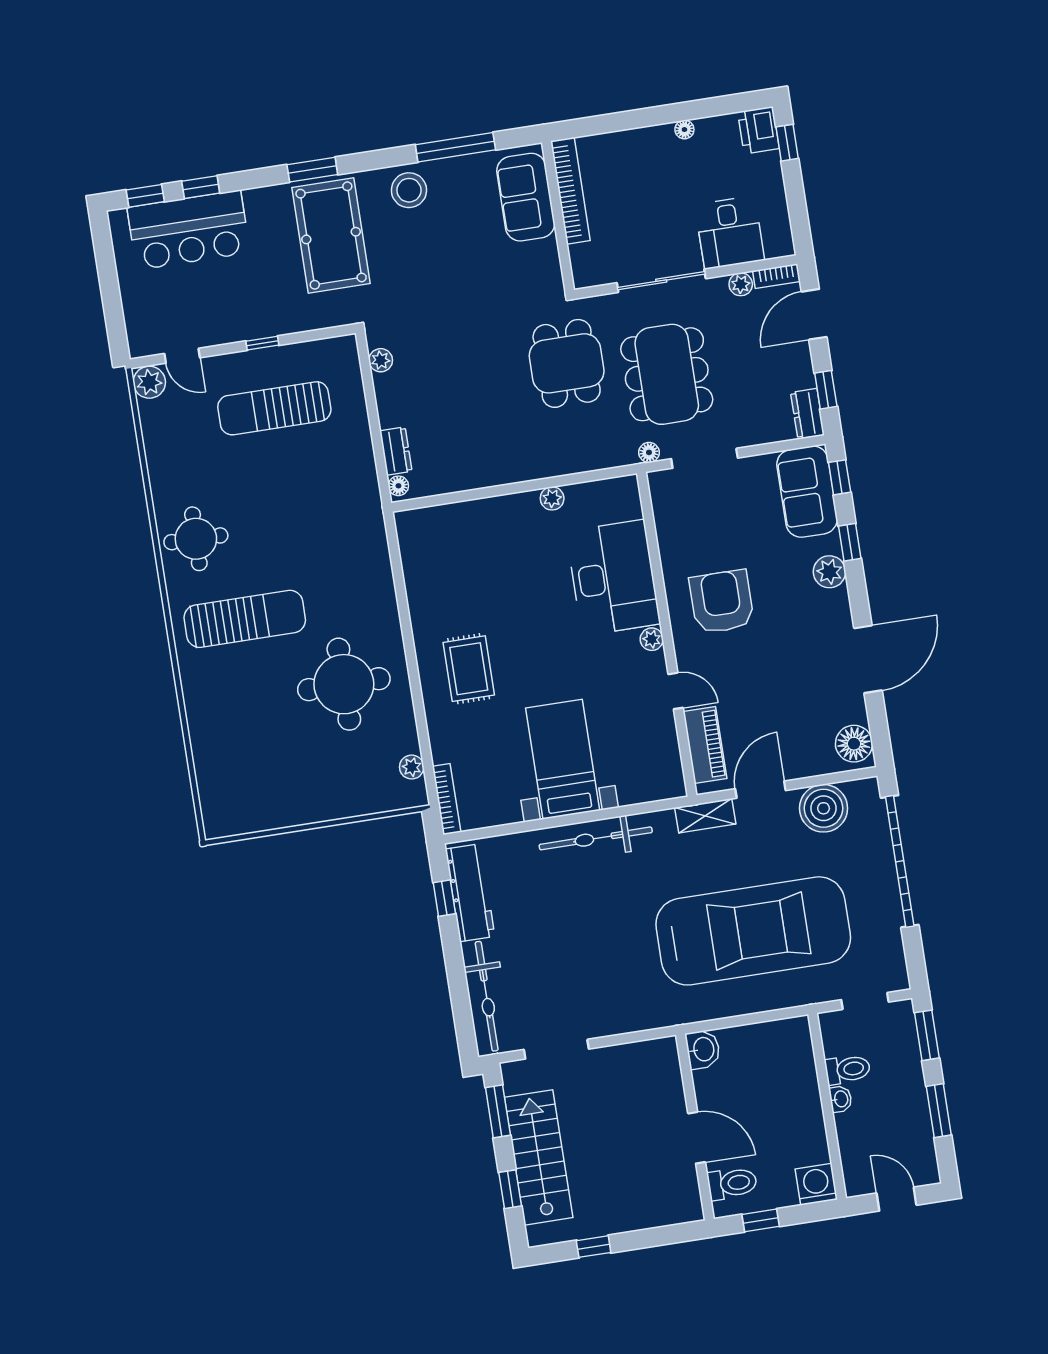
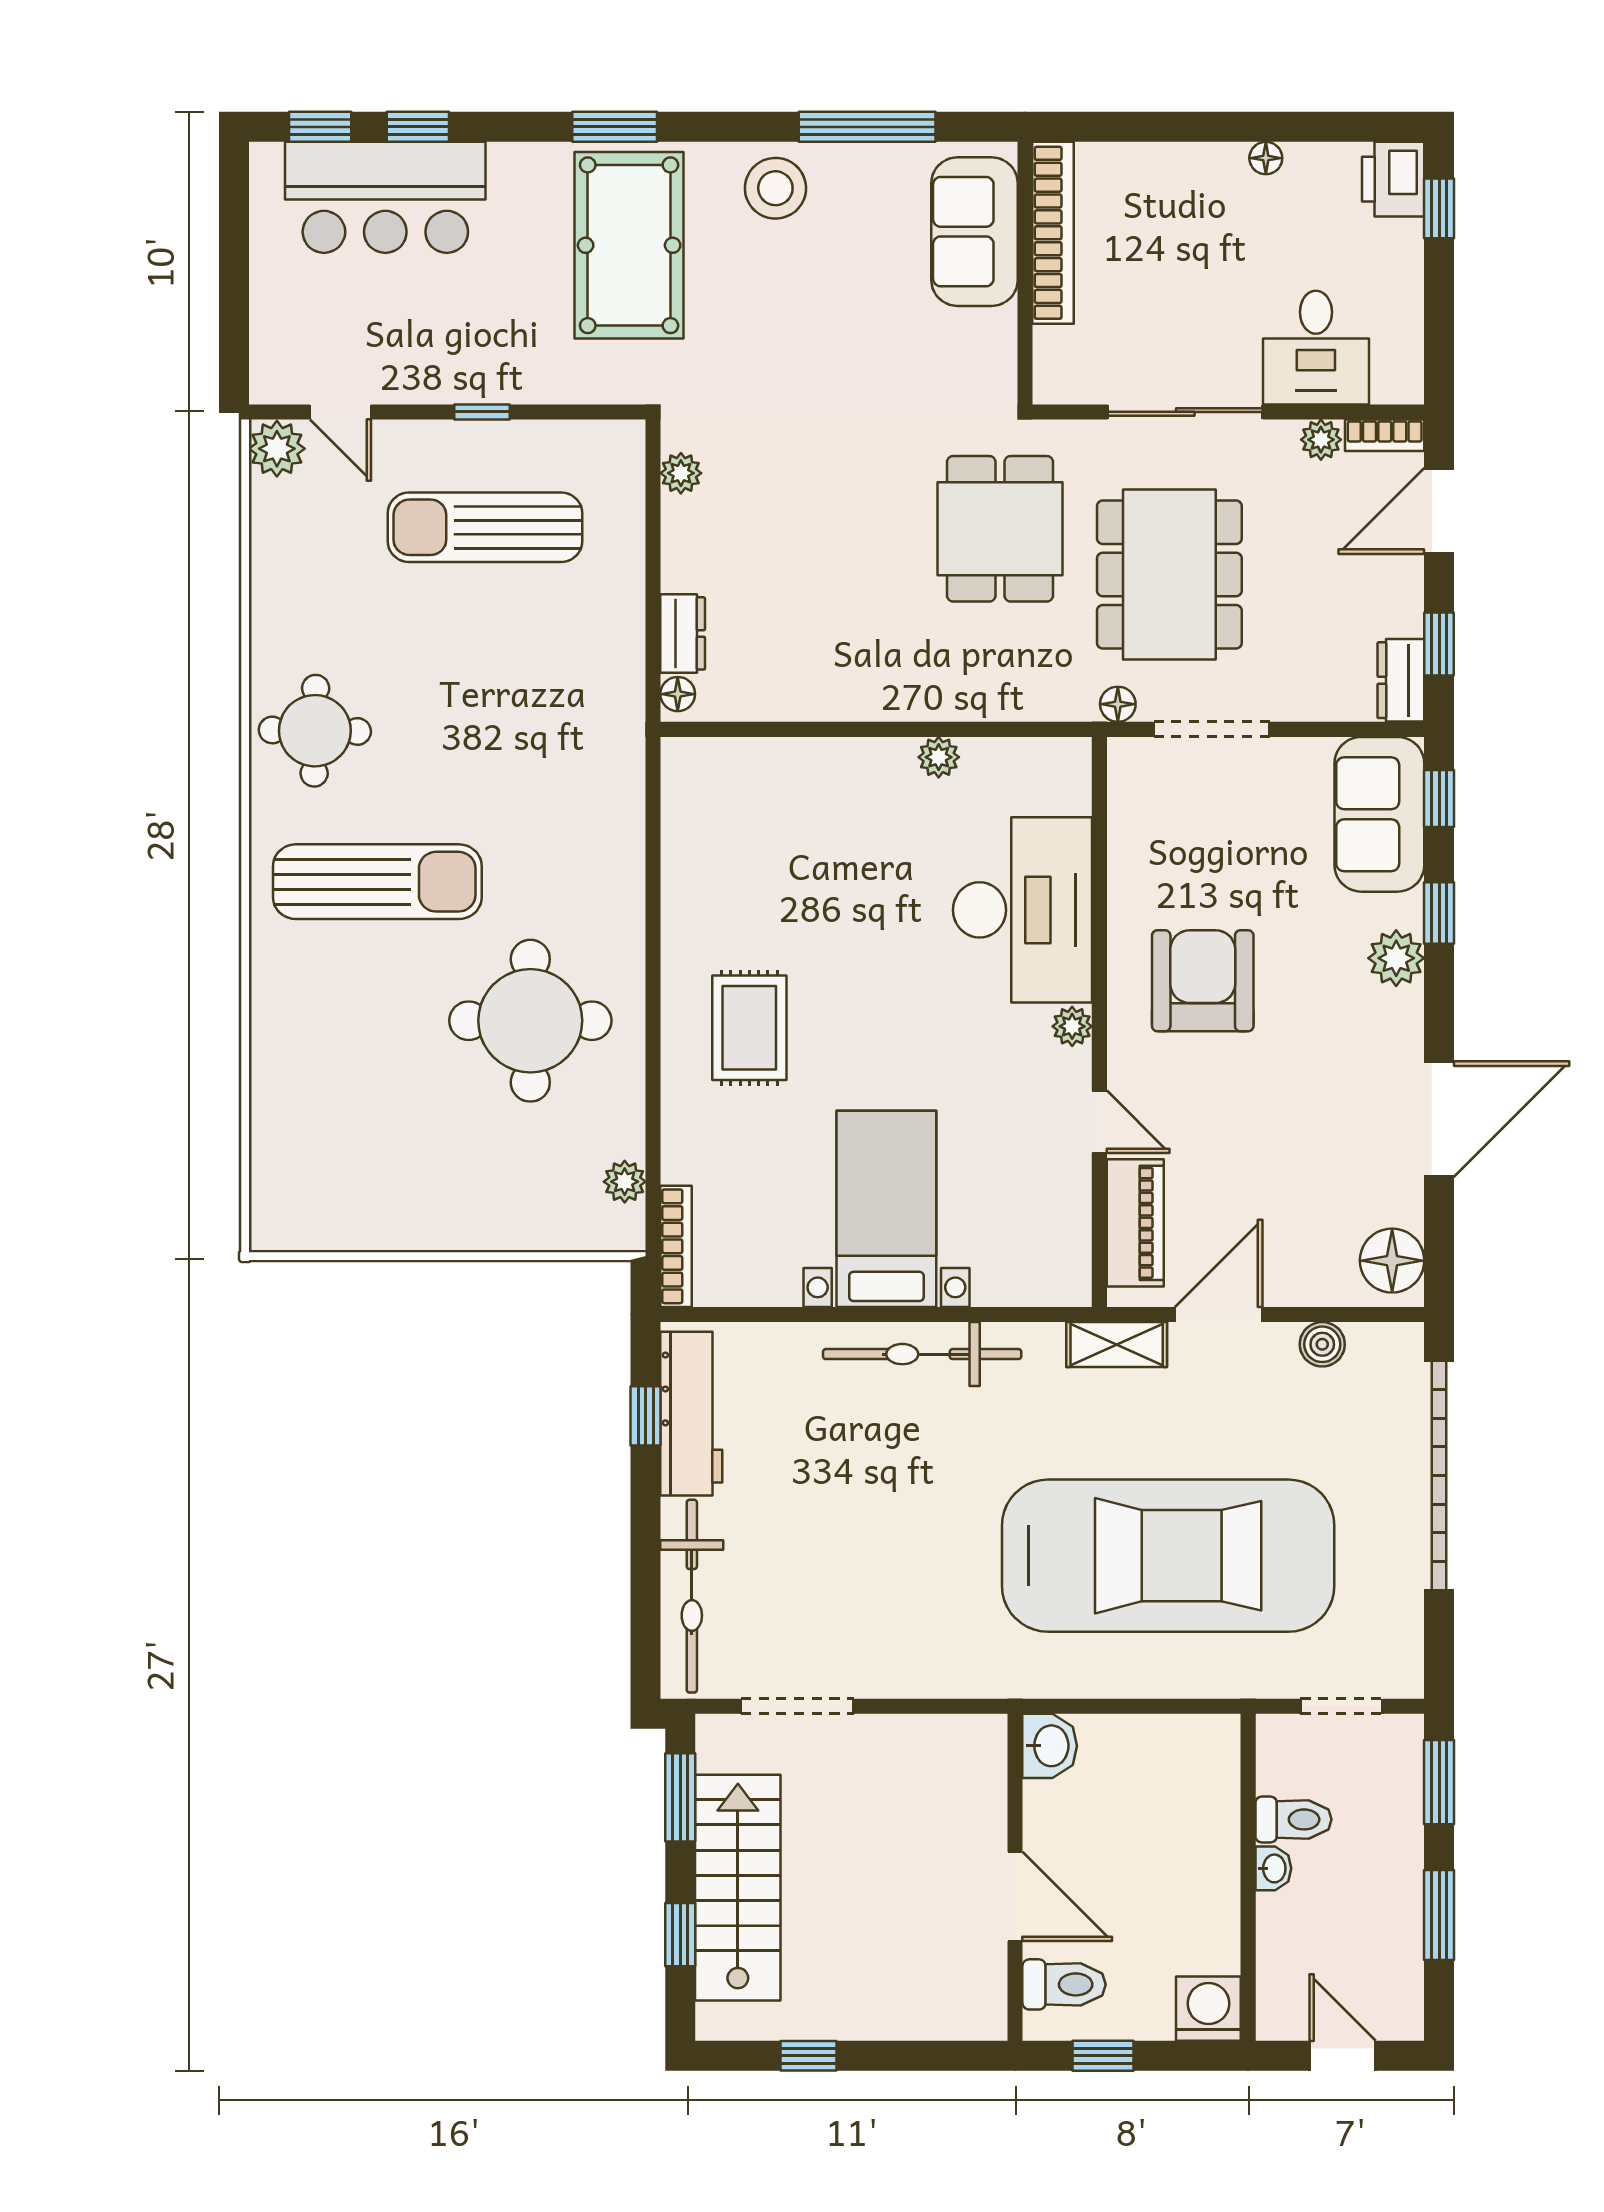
boiler: (824, 808) -> (1322, 1344), width x0.54, depth x0.54

